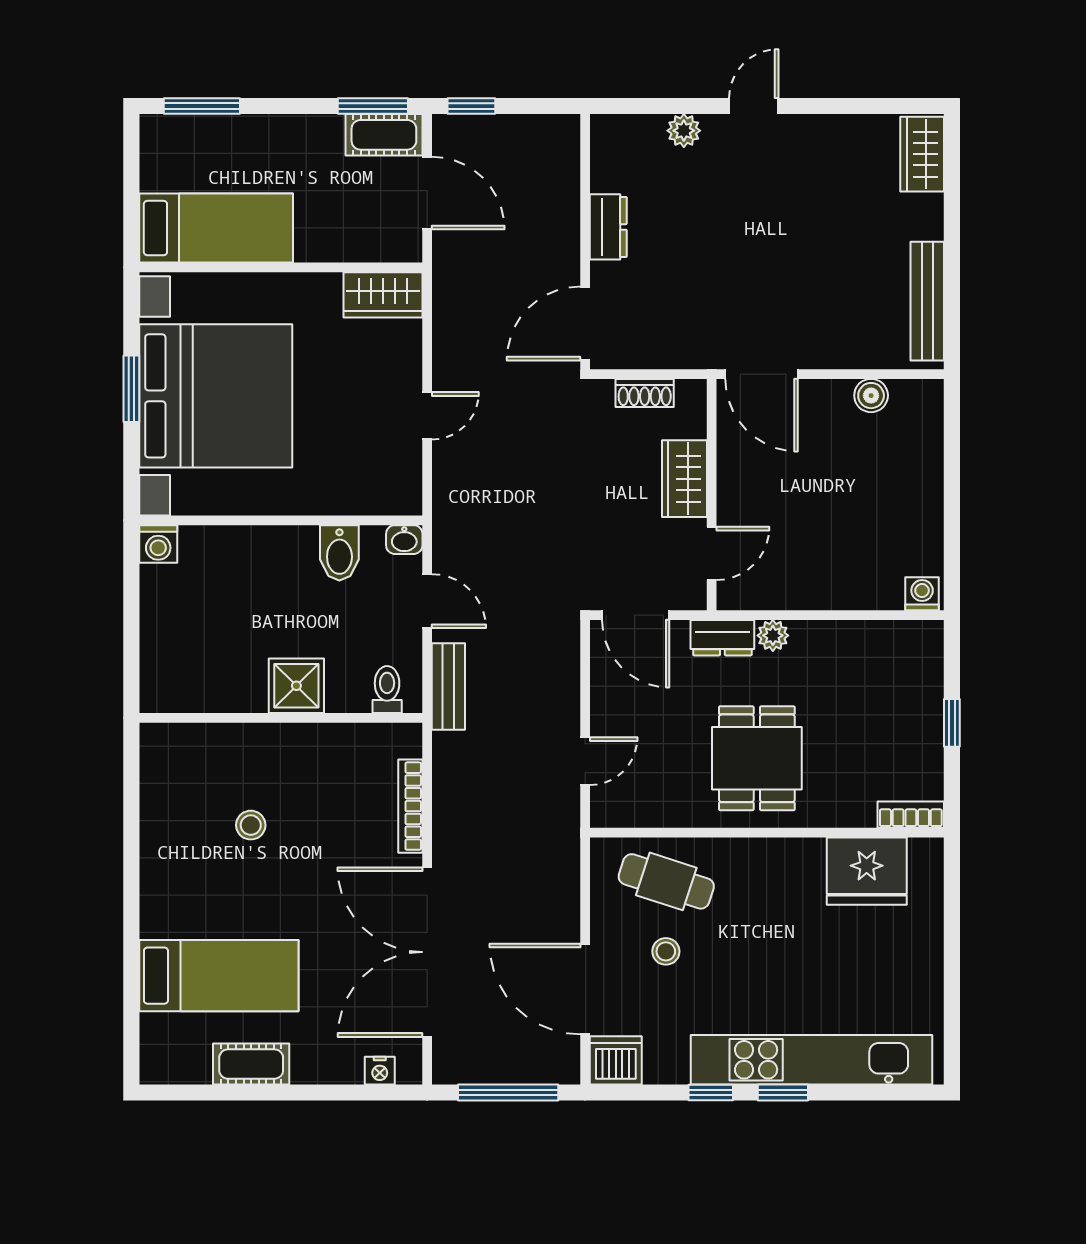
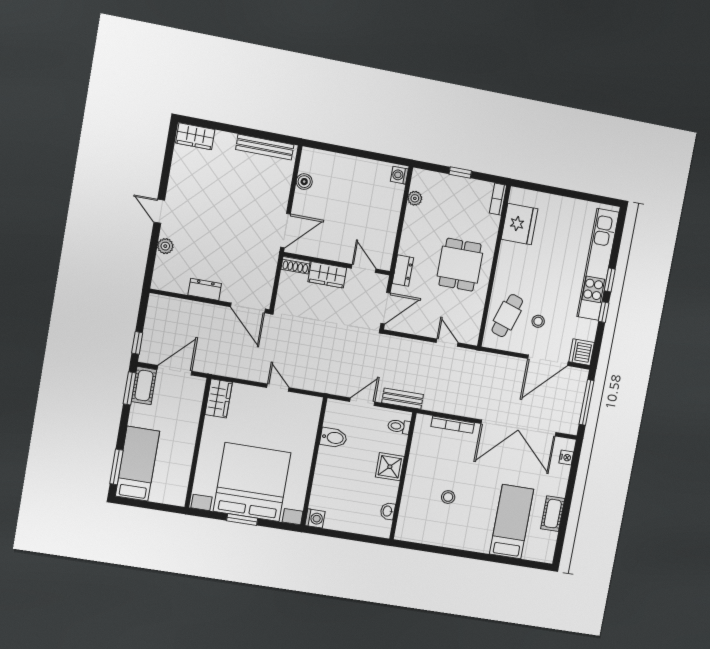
bed: (216, 228) -> (137, 464), moved
shoe rack: (645, 393) -> (296, 265), moved, turned 90
washbasin: (404, 540) -> (388, 511), moved, turned 180
plant: (773, 635) -> (415, 198), moved
dining table: (757, 758) -> (460, 265), turned 90

